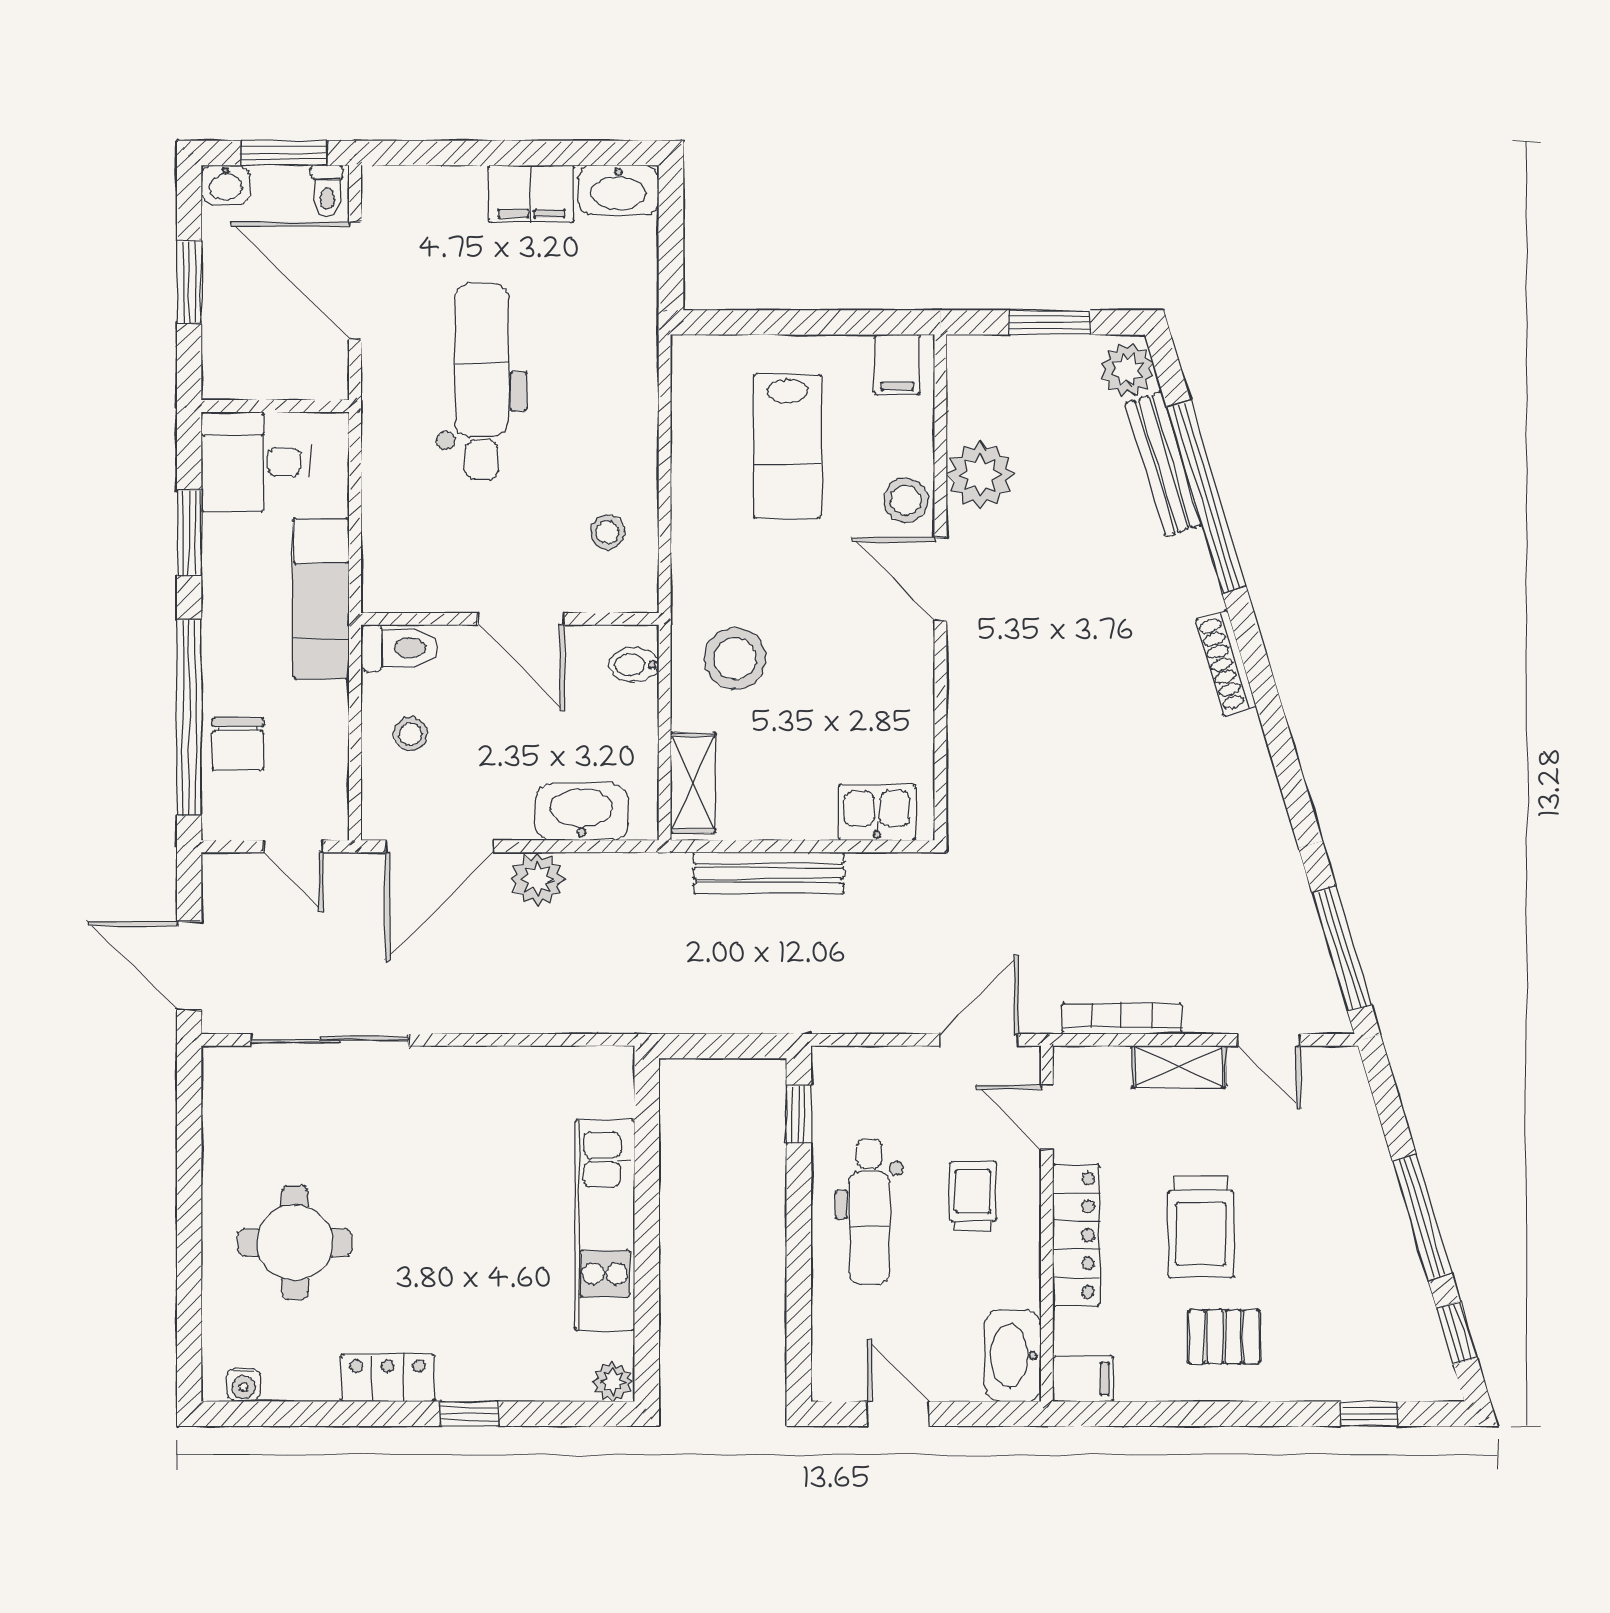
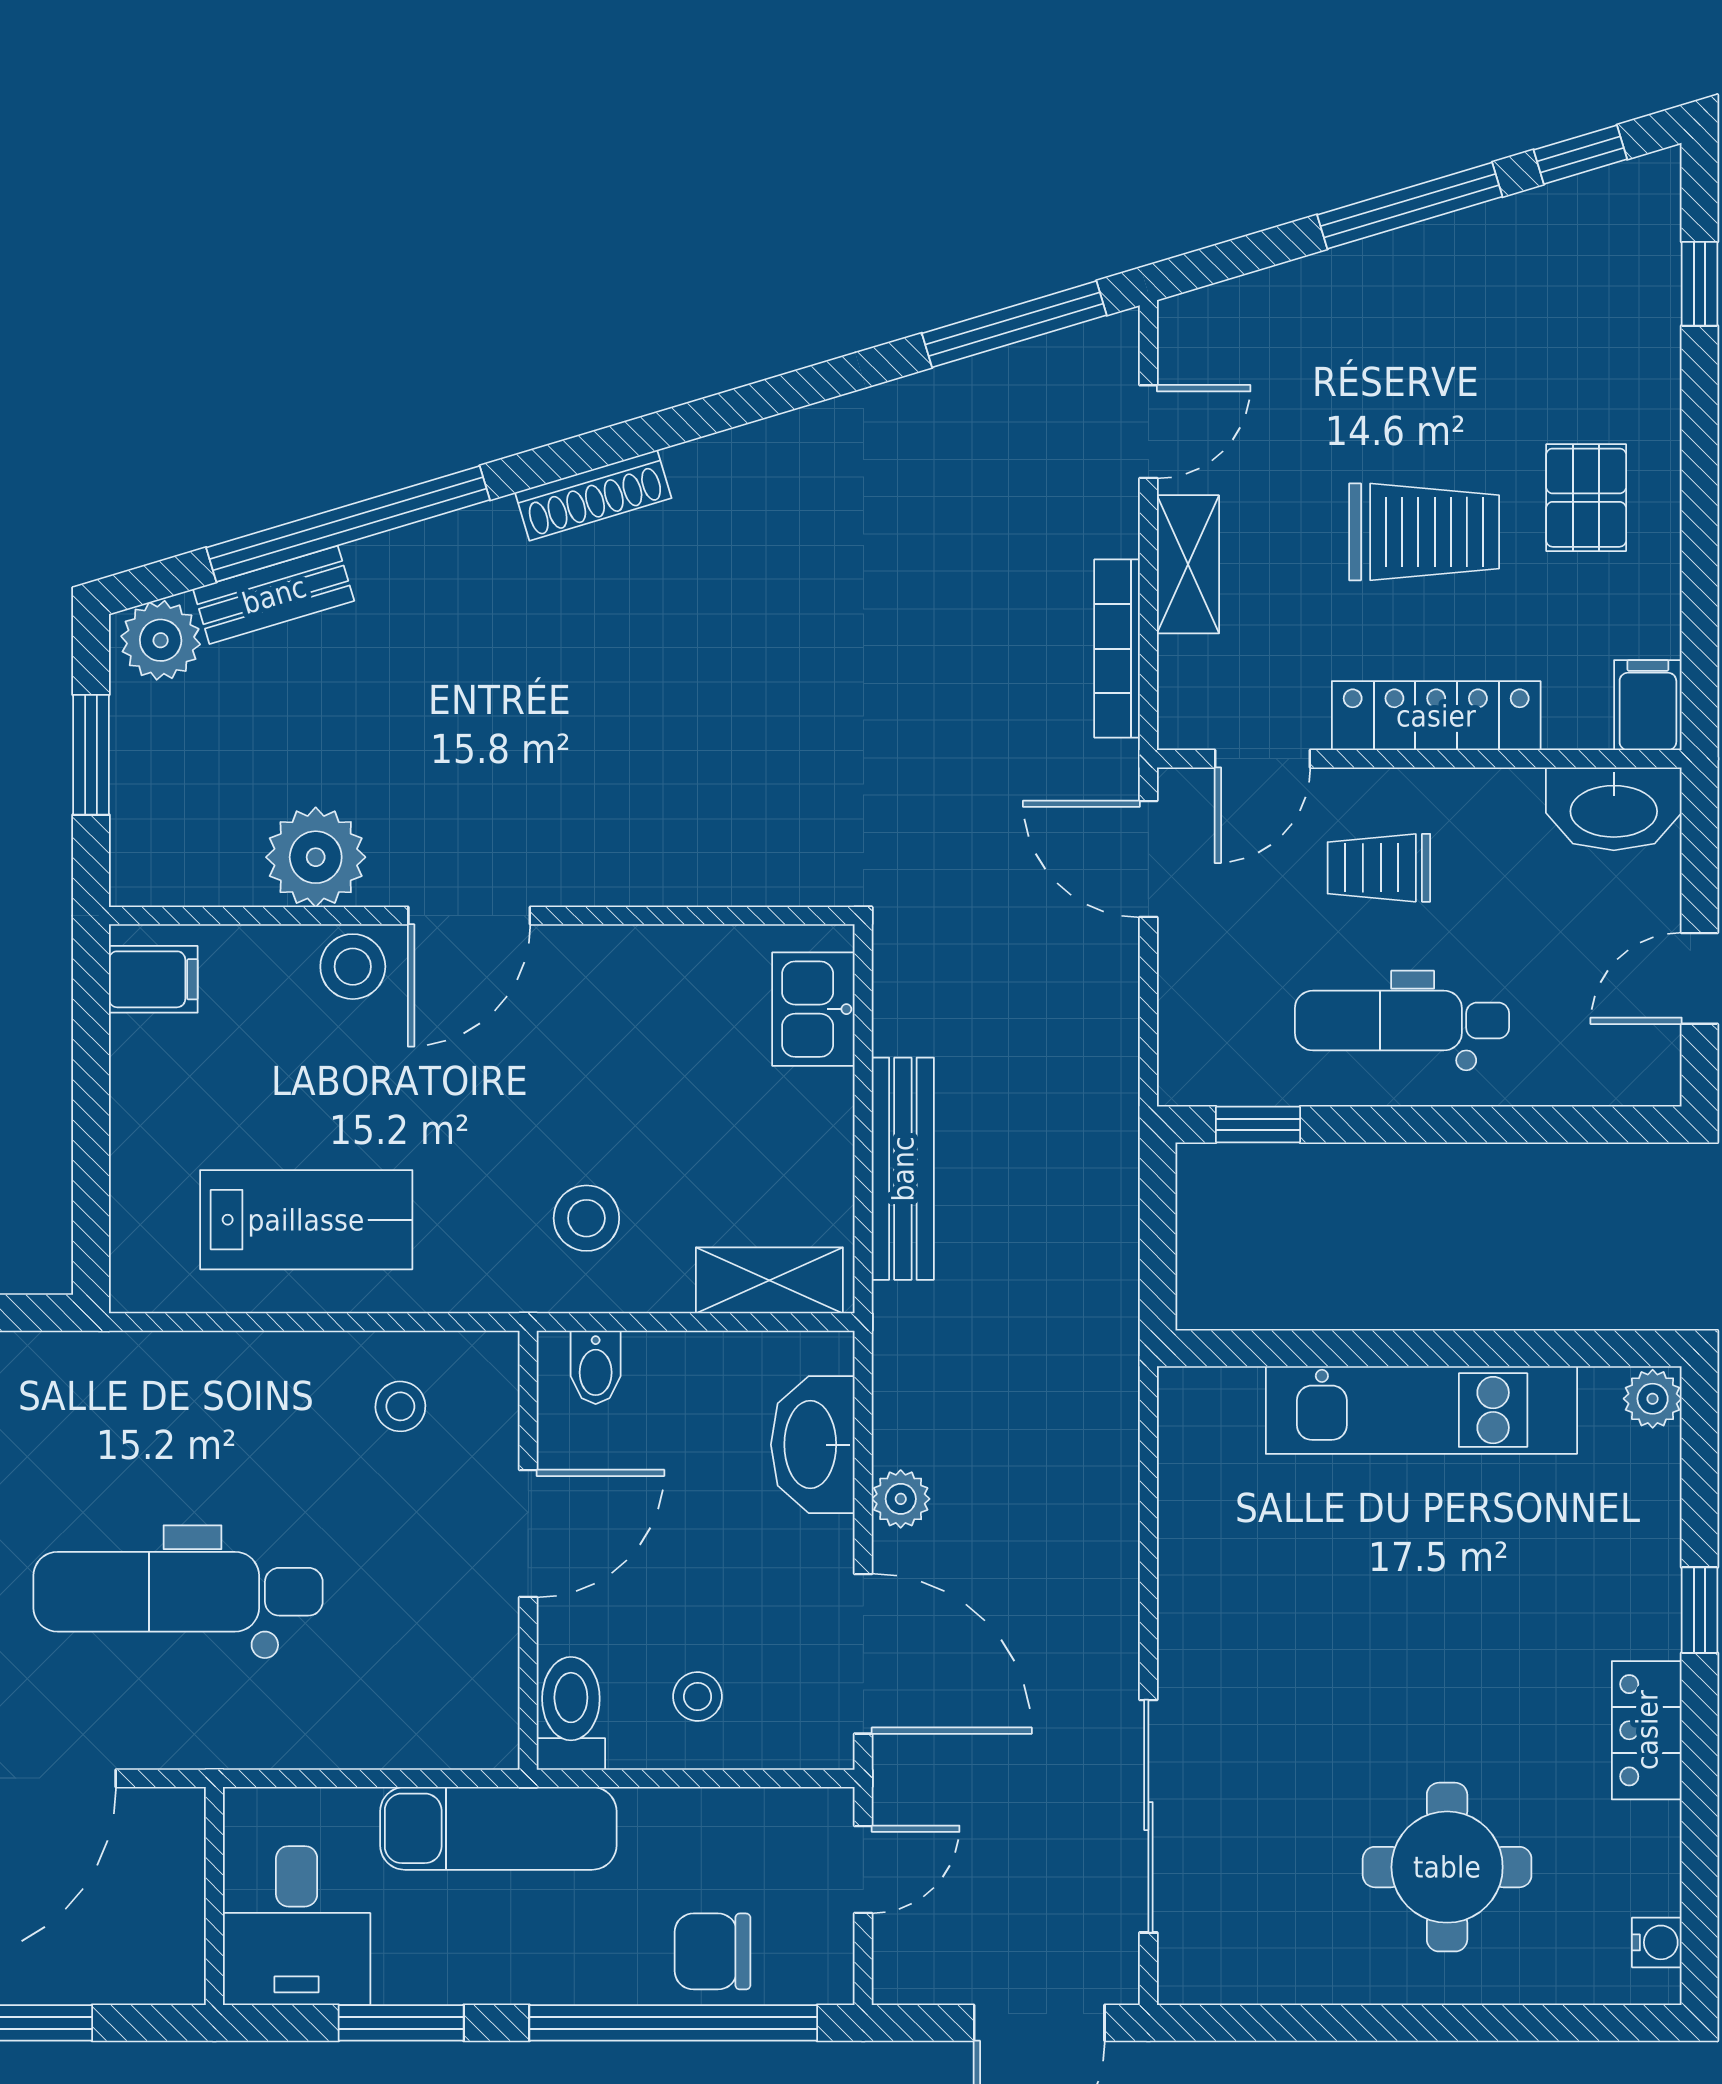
lab bench: (787, 446) -> (306, 1220), moved
bench: (1163, 464) -> (274, 595), width x0.73
stool: (735, 659) -> (586, 1218), width x0.73, depth x0.73
chair: (238, 744) -> (713, 1951), turned 180
plant: (537, 879) -> (901, 1499), width x0.73, depth x0.73
dental chair: (869, 1212) -> (1402, 1021), turned 180

